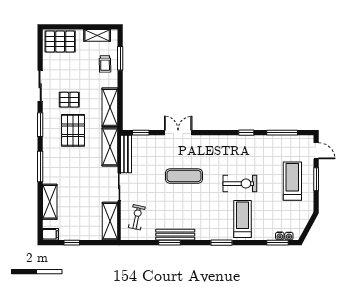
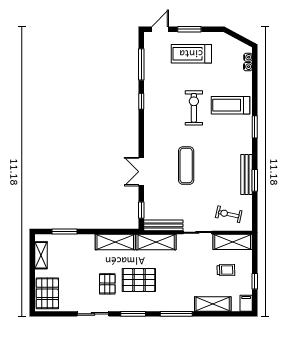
trolley: (105, 64) -> (226, 270), moved
window: (277, 243) -> (255, 69), removed

